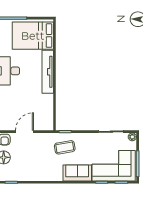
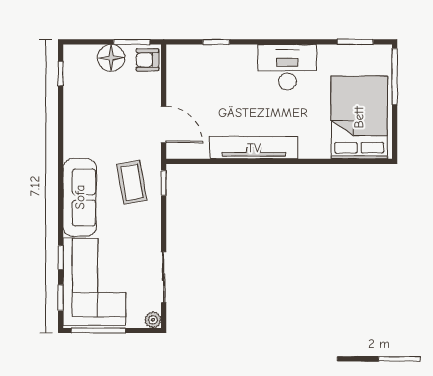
tv unit: (48, 72) -> (254, 148), moved
door: (24, 132) -> (164, 124), moved
sofa: (77, 173) -> (80, 197), width x1.36

